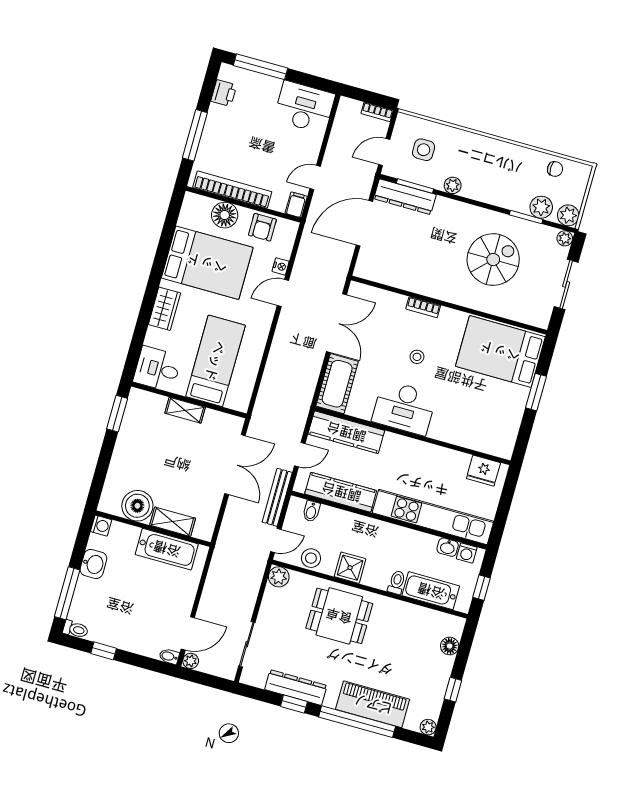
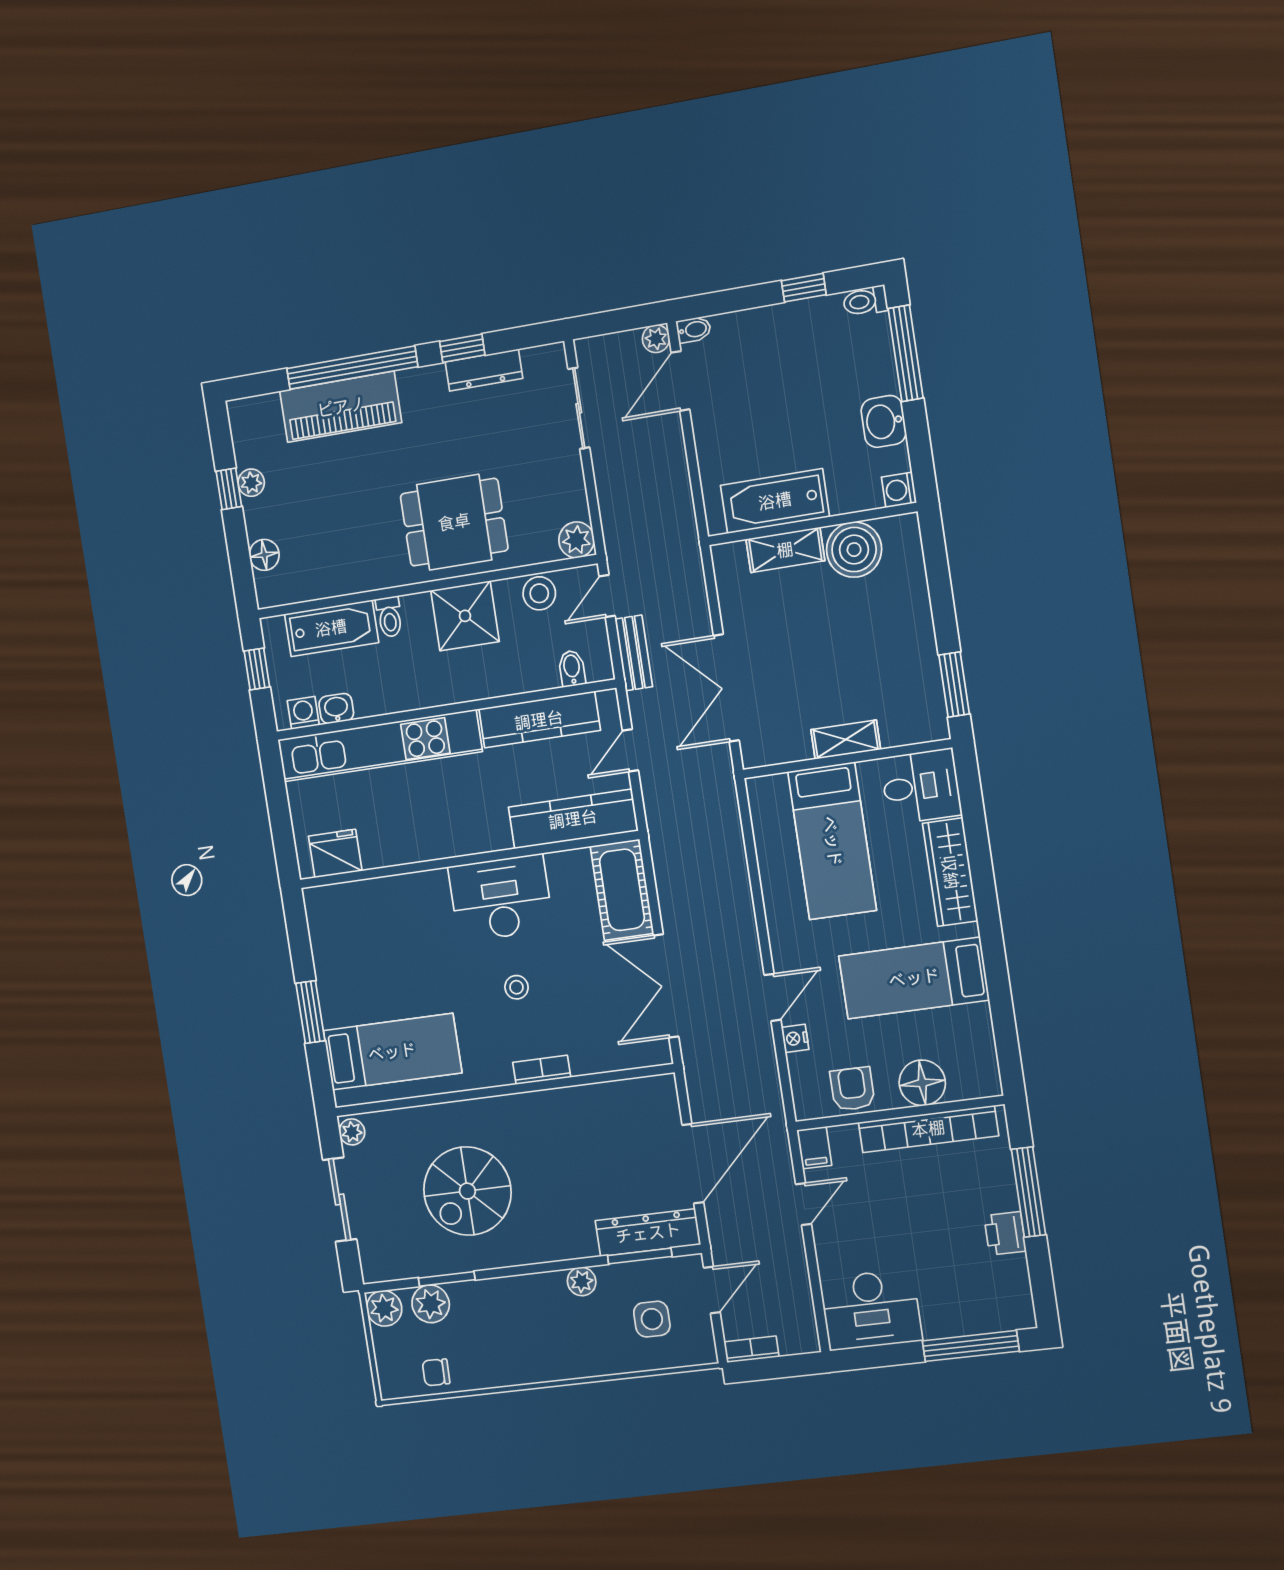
printer: (224, 93) -> (1005, 1233), moved
plant: (565, 238) -> (352, 1132), moved
bed: (207, 263) -> (914, 978), width x0.67
wardrobe: (165, 309) -> (950, 872), width x1.50
bed: (500, 351) -> (392, 1052), width x0.67
bench: (277, 497) -> (634, 653), width x0.73
shower: (350, 568) -> (465, 616), width x1.36, depth x1.36
dresser: (296, 687) -> (484, 370), width x0.73, depth x0.80
plant: (428, 727) -> (251, 483), moved

